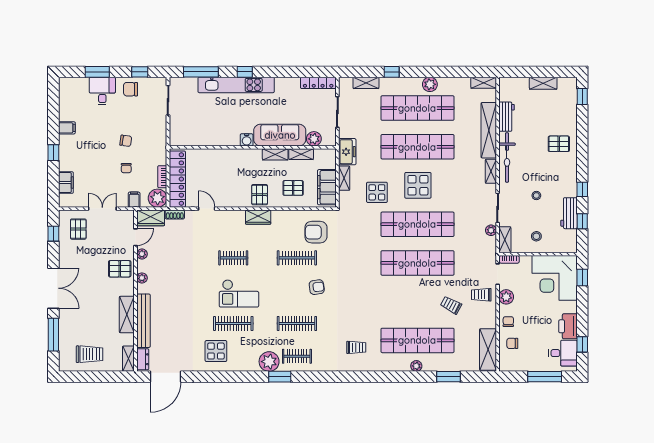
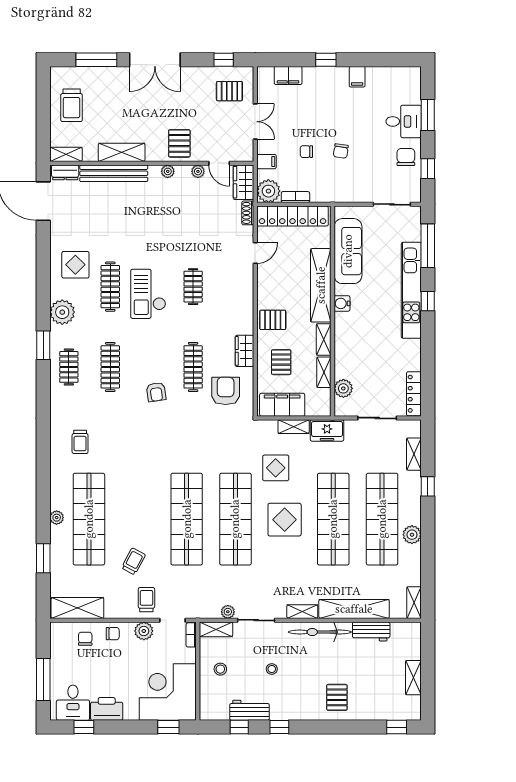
sofa: (280, 135) -> (348, 251), moved
shelving: (232, 157) -> (321, 285), added
wardrobe: (258, 217) -> (244, 351), moved
plant: (269, 362) -> (62, 312), moved

